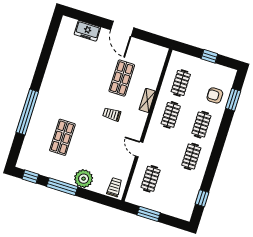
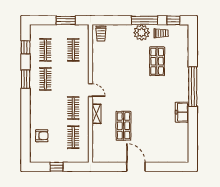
freezer: (87, 31) -> (182, 112), moved, turned -90
window: (233, 100) -> (26, 79), moved
window: (27, 112) -> (193, 87), moved
trolley: (112, 114) -> (161, 33), moved
clothes rail: (201, 125) -> (45, 50), moved
door: (139, 149) -> (90, 90), moved
plant: (84, 179) -> (142, 33), moved

